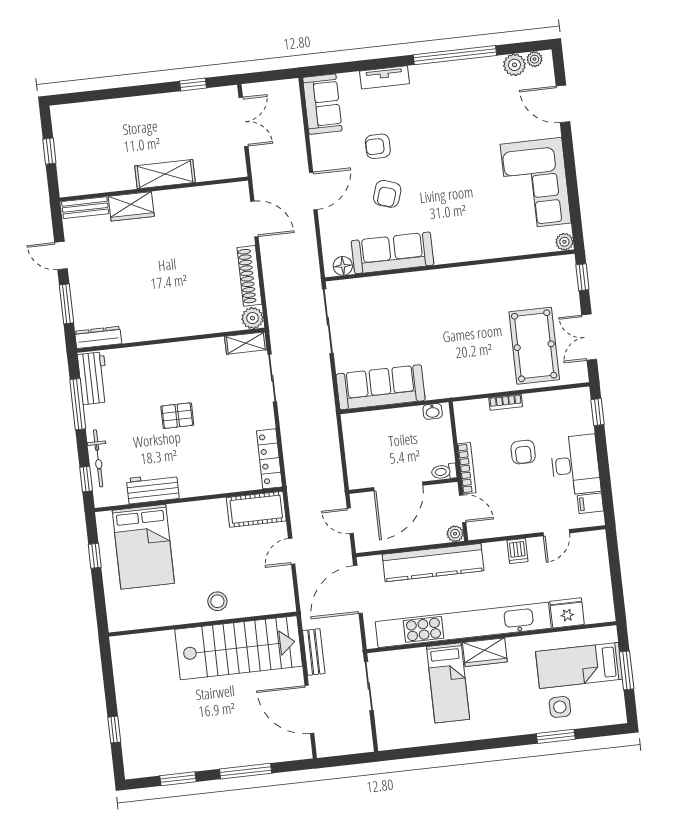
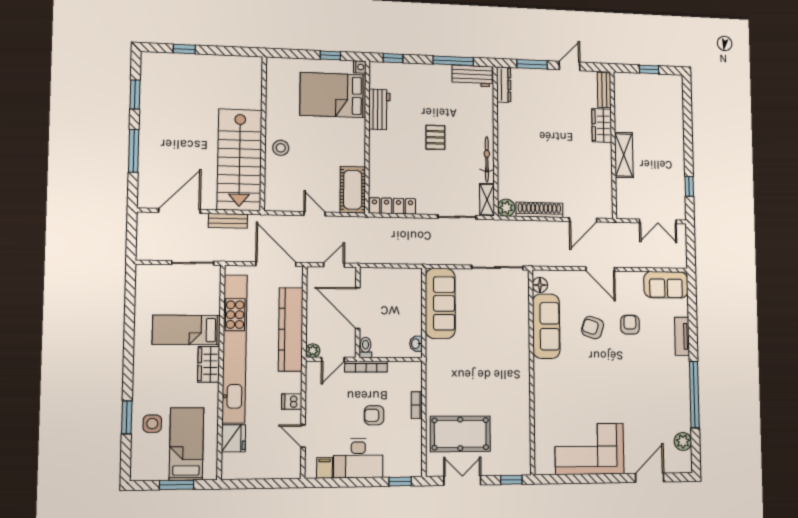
plant: (535, 59) -> (686, 458), removed
plant: (564, 242) -> (541, 468), removed
bicycle: (98, 458) -> (487, 159), moved, turned 90
nightstand: (104, 519) -> (360, 67), added

